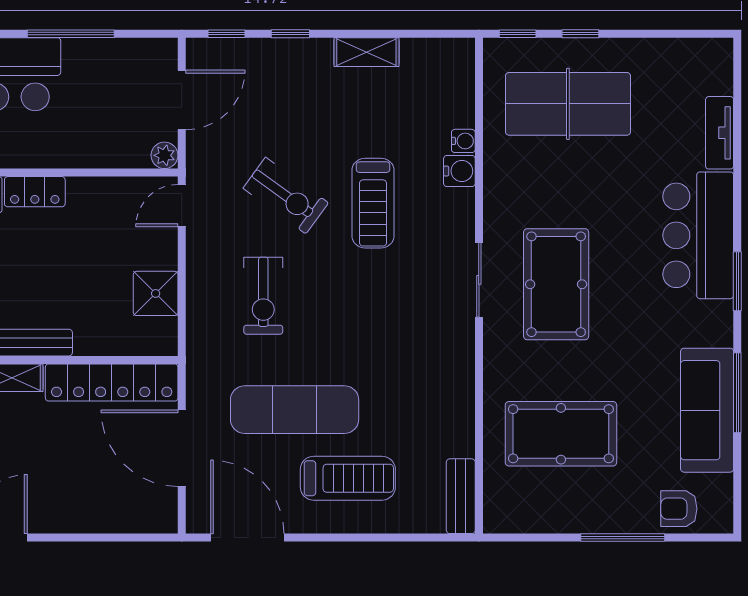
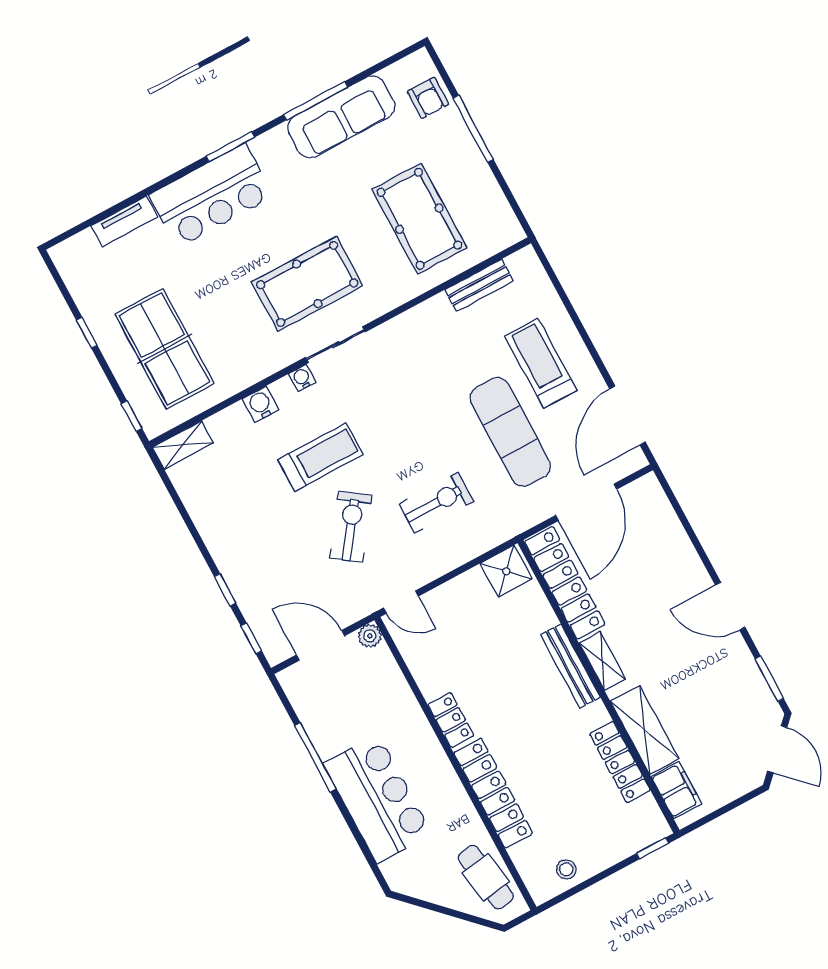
window: (580, 34) -> (87, 333), moved
shelving: (366, 52) -> (183, 445), moved, turned 90
water cooler: (463, 141) -> (302, 378), moved
shower: (156, 293) -> (506, 571), moved
bench: (461, 496) -> (479, 285), moved

